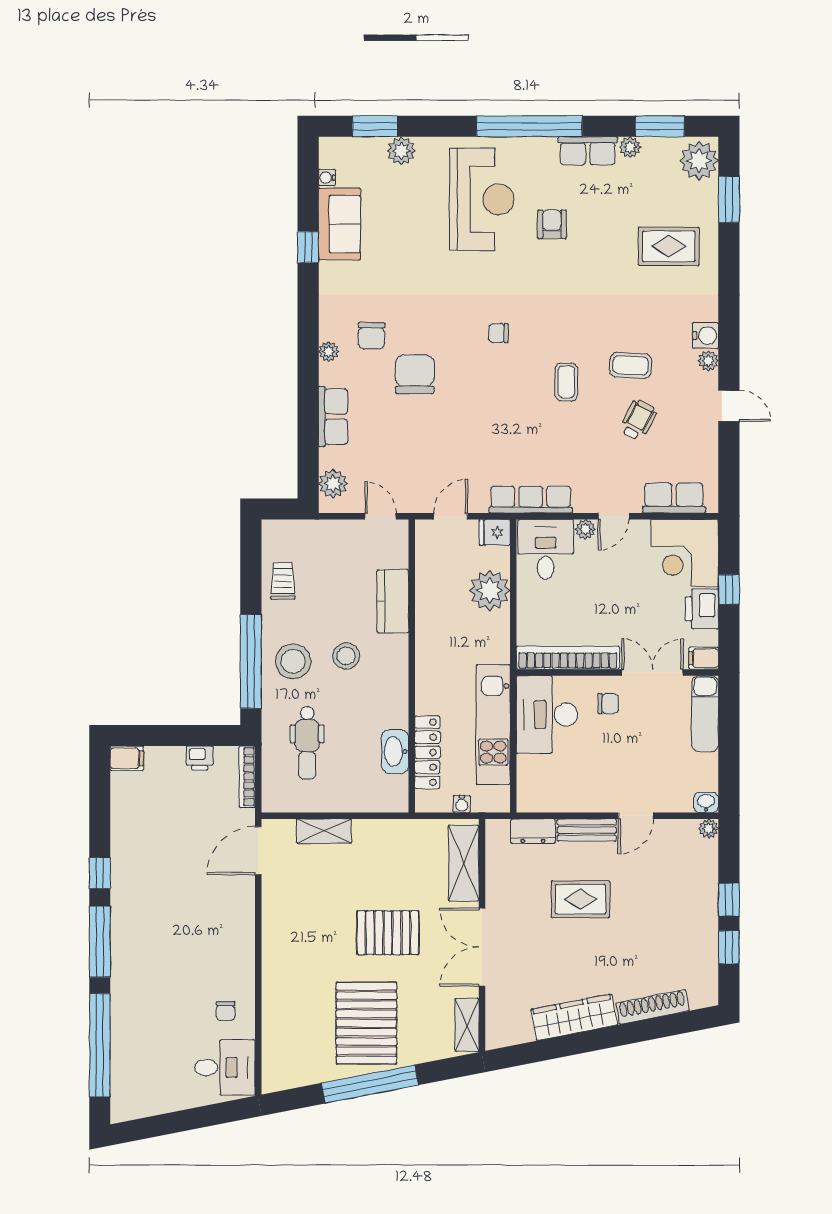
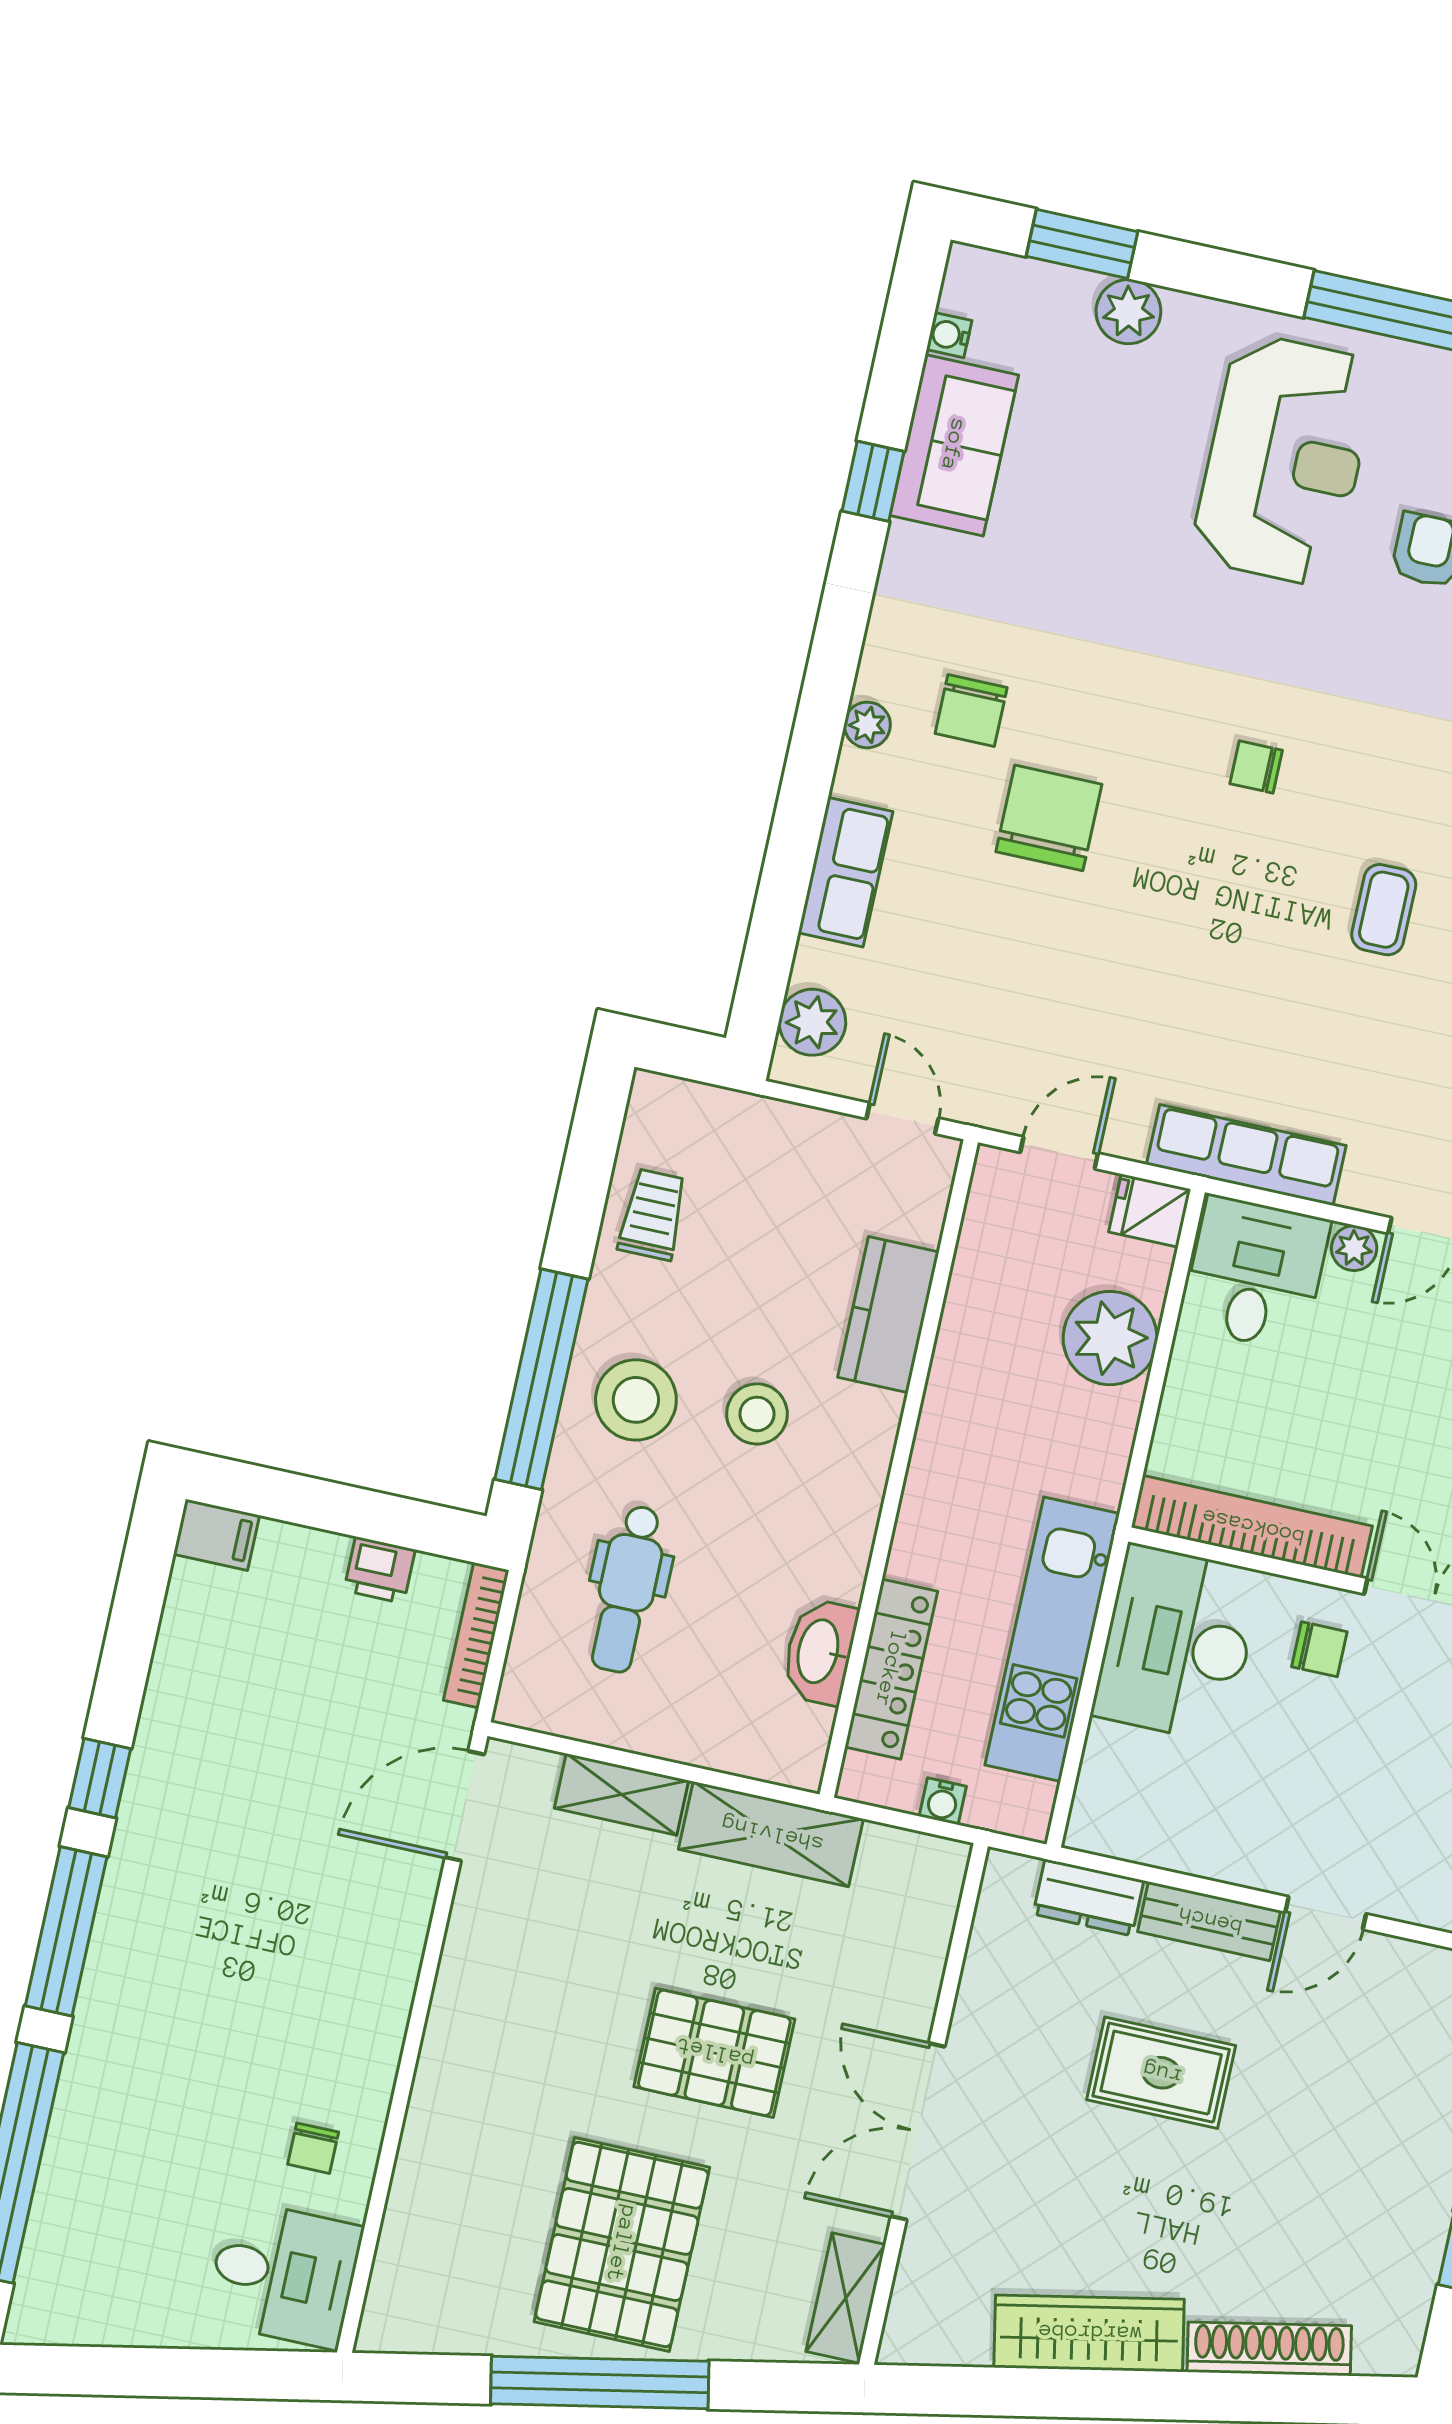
shelving: (464, 863) -> (771, 1834), moved, turned 90

